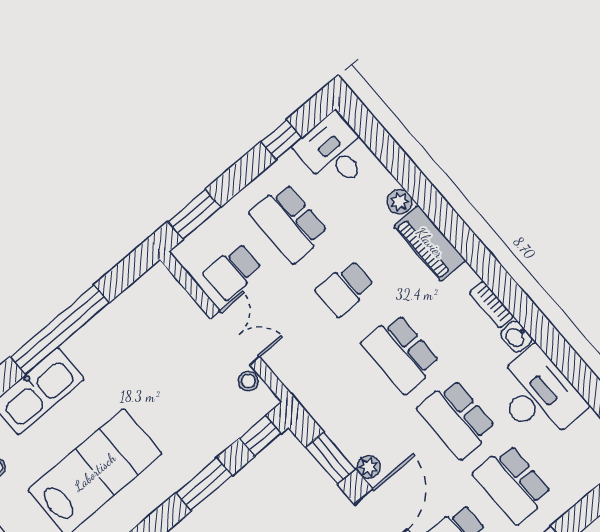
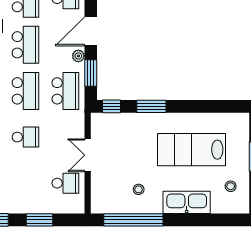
window: (194, 214) -> (39, 220), moved
school desk: (289, 223) -> (65, 91), moved
window: (60, 330) -> (133, 220), moved
stool: (248, 381) -> (139, 189), moved

